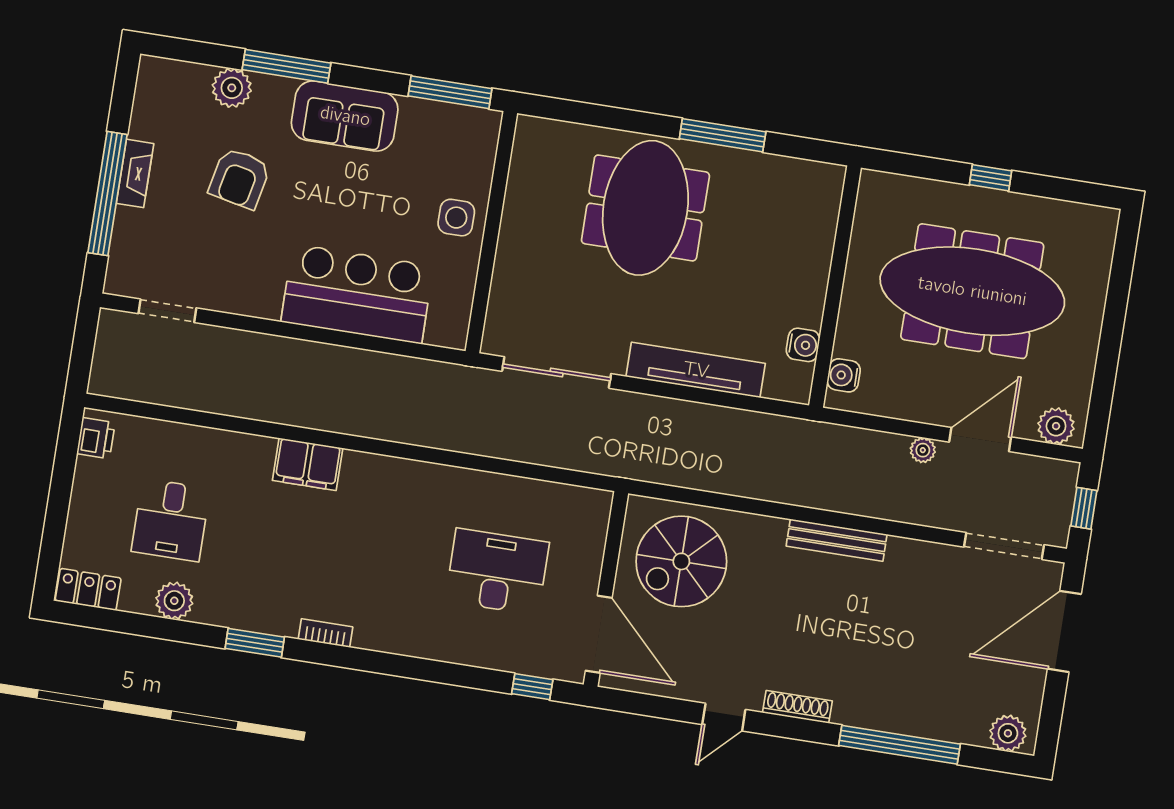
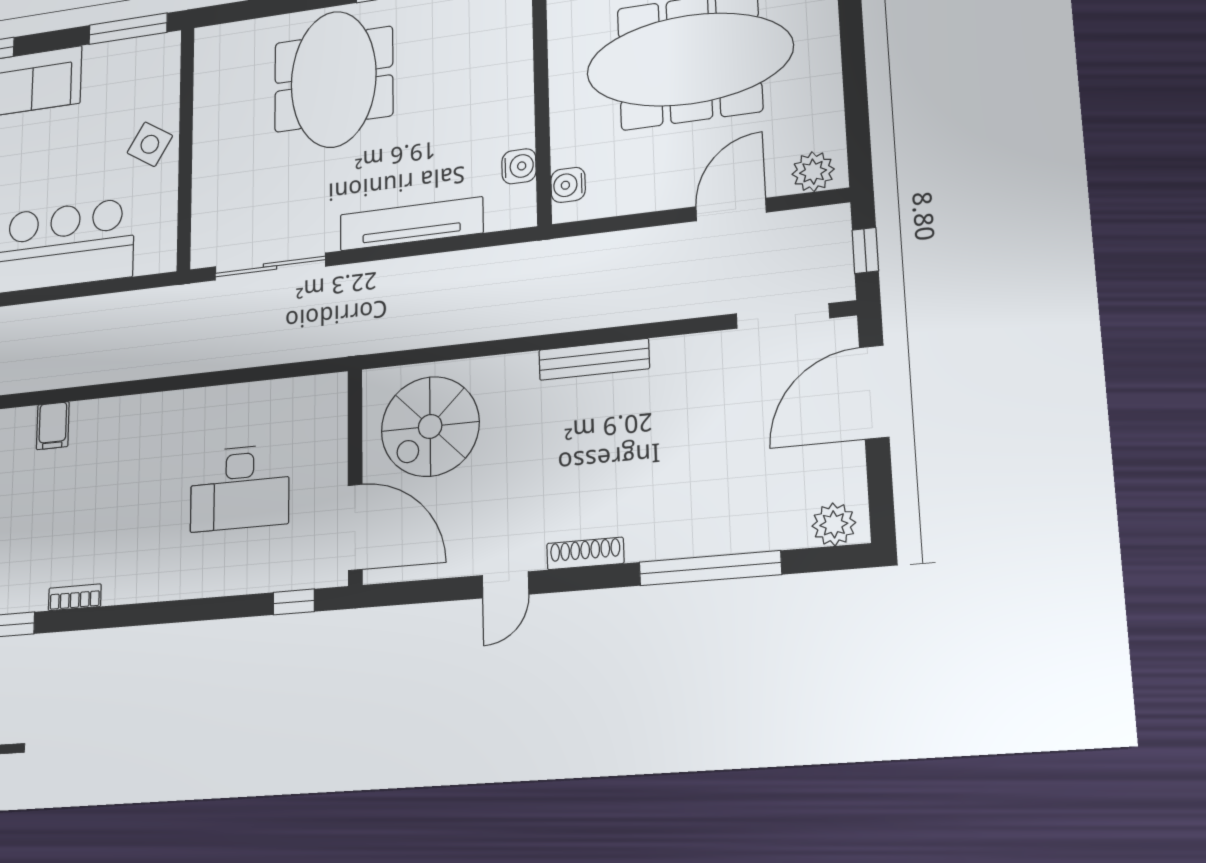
side table: (456, 218) -> (150, 144), turned 32
plant: (923, 450) -> (670, 238), removed
filing cabinet: (308, 464) -> (53, 426), width x0.50
desk: (497, 572) -> (240, 488), turned 180

